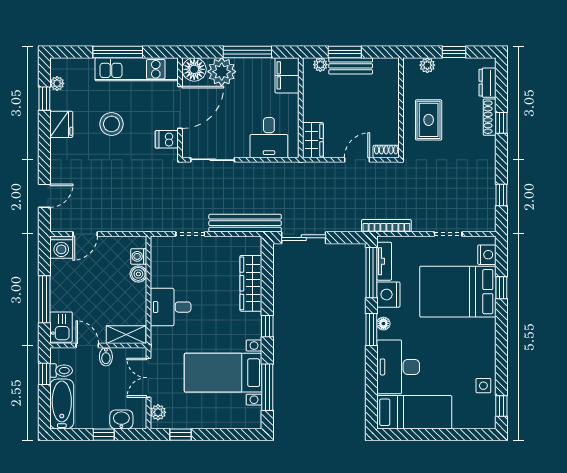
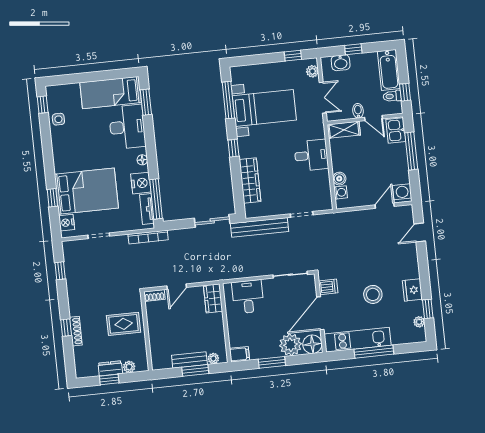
window: (247, 52) -> (272, 362), width x0.69
filing cabinet: (287, 75) -> (239, 354), width x0.50
dresser: (488, 83) -> (110, 368), moved, turned -90
rug: (429, 120) -> (124, 324), turned 90
window: (371, 329) -> (146, 102), moved

